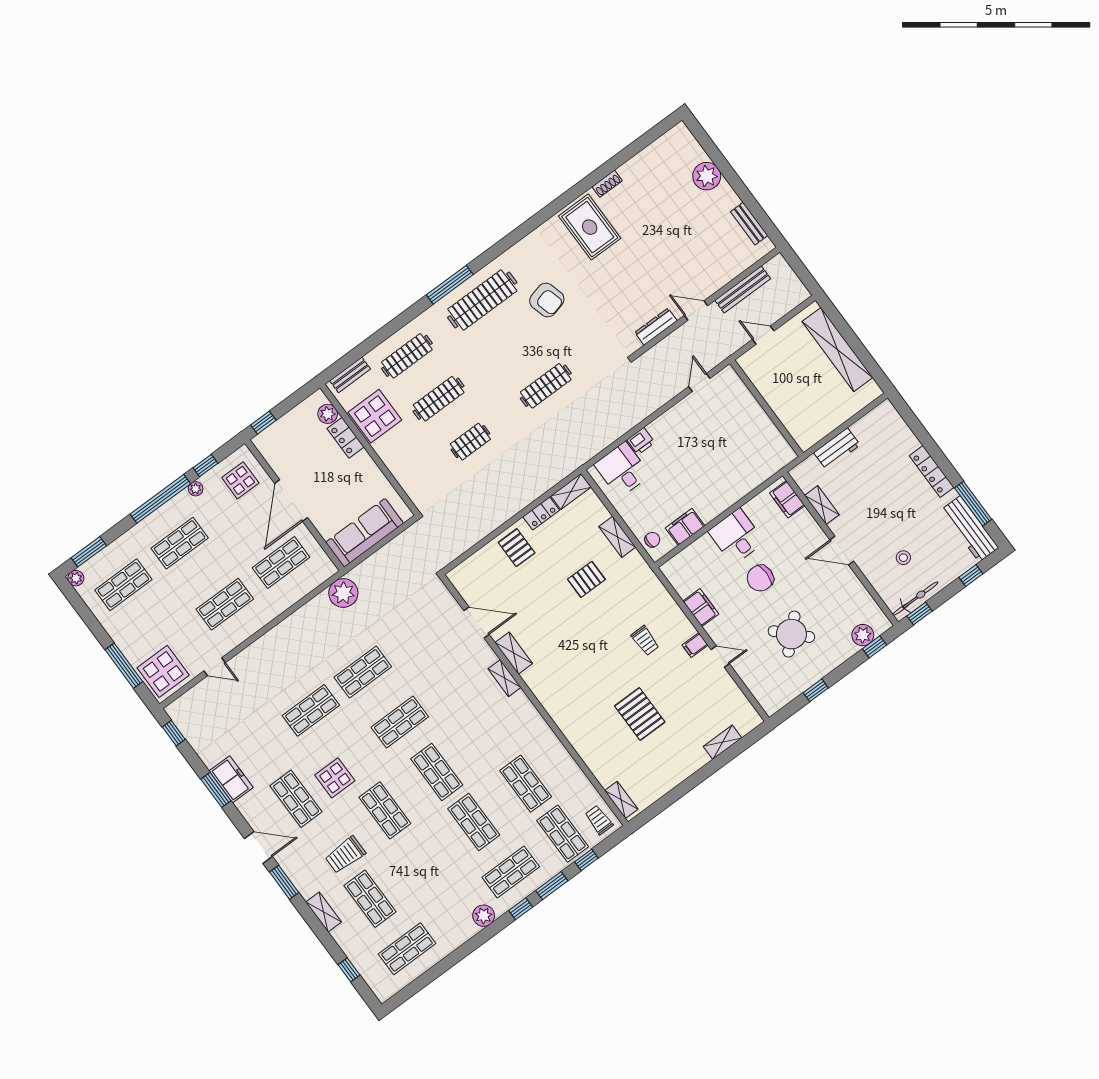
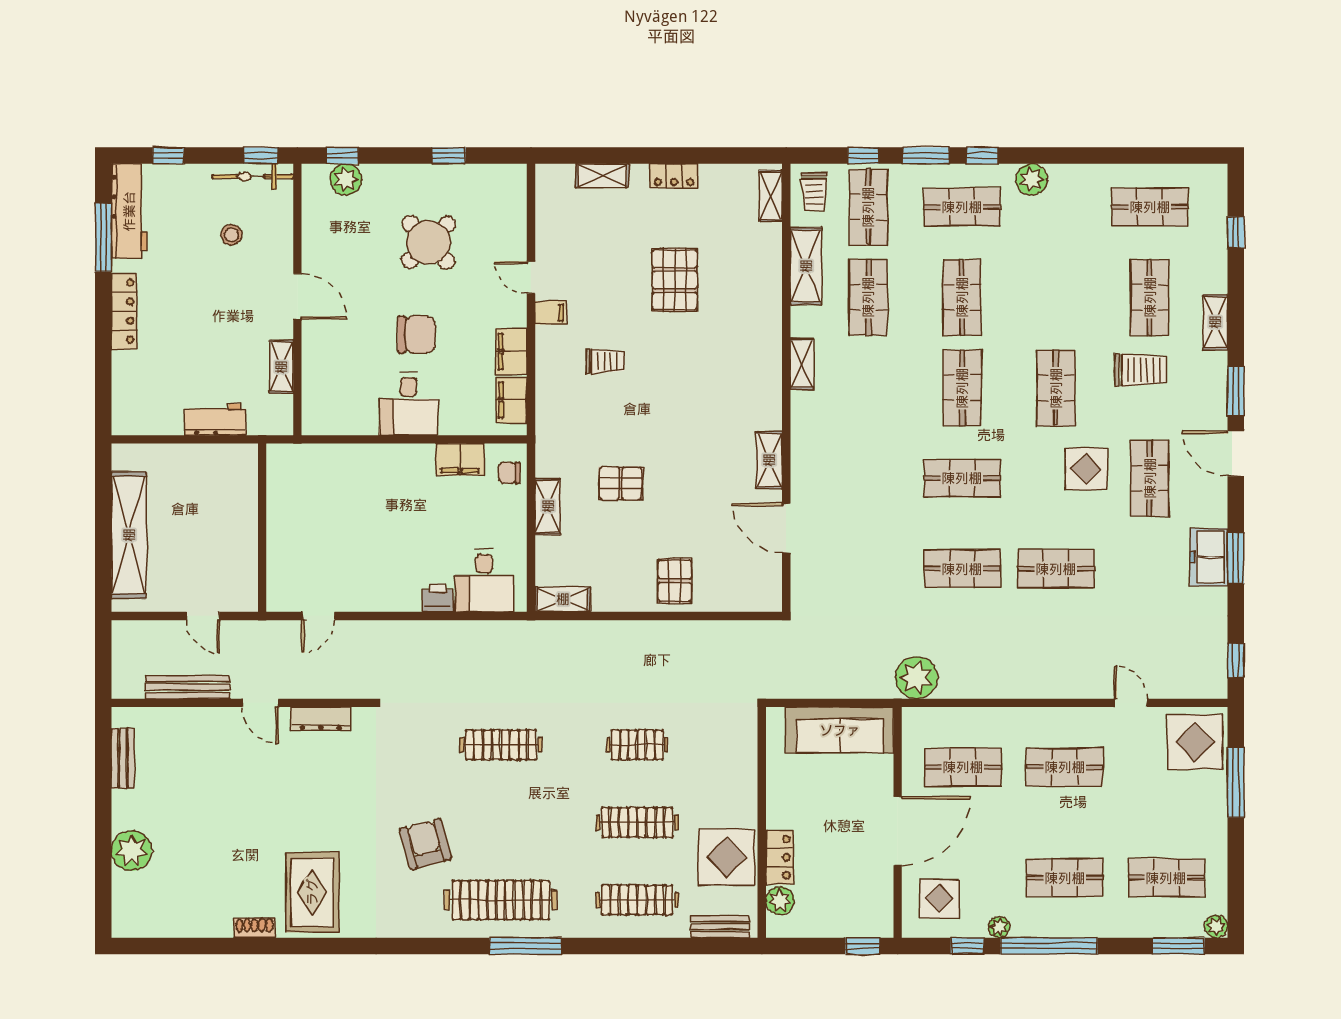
filing cabinet: (787, 499) -> (512, 400), moved, turned 180
locker: (541, 513) -> (674, 176), moved, turned 180
trolley: (645, 641) -> (605, 361), turned 90
shelving: (504, 678) -> (802, 364), moved
shelving: (573, 775) -> (806, 266), added

